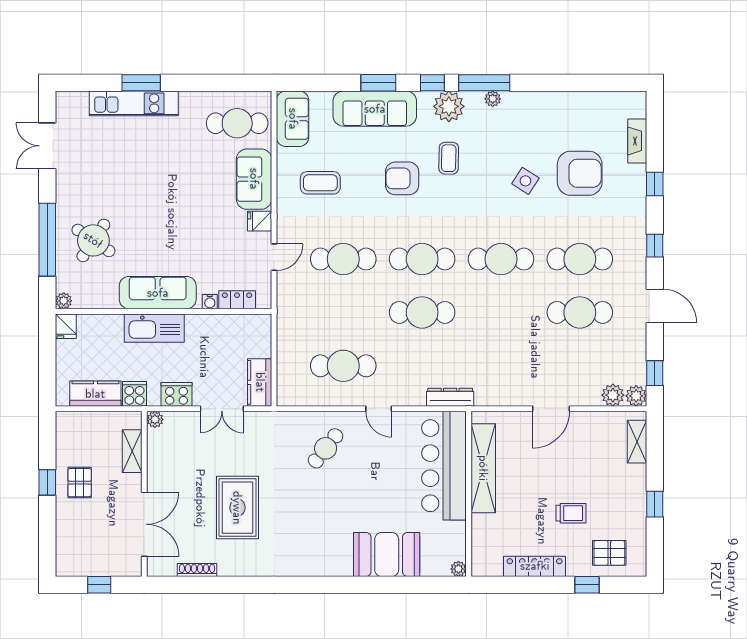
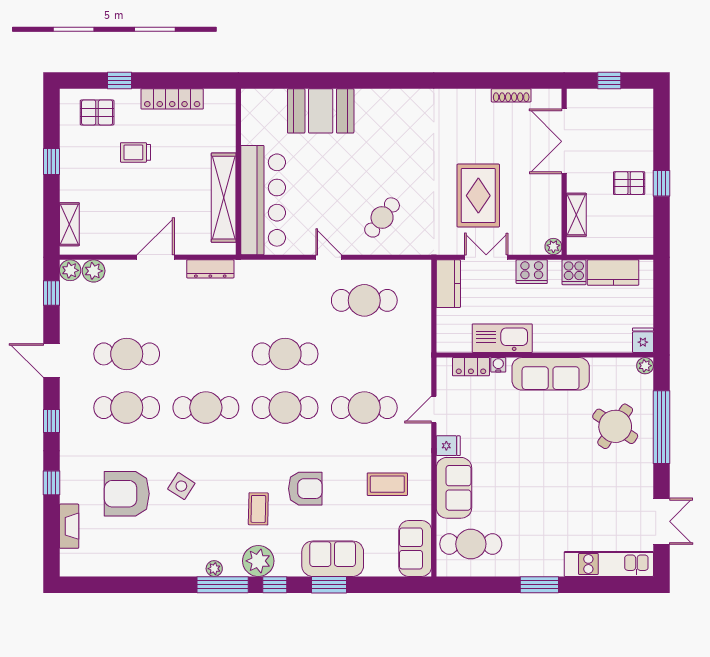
window: (141, 83) -> (539, 585), moved
kitchen unit: (134, 103) -> (609, 564), moved
sofa: (375, 109) -> (333, 559), width x0.73
kitchen sink: (154, 328) -> (502, 338), moved
dresser: (450, 397) -> (210, 269), moved
pallet: (80, 483) -> (629, 183), turned 90
rug: (237, 508) -> (478, 196), moved
plant: (458, 569) -> (249, 97), removed

